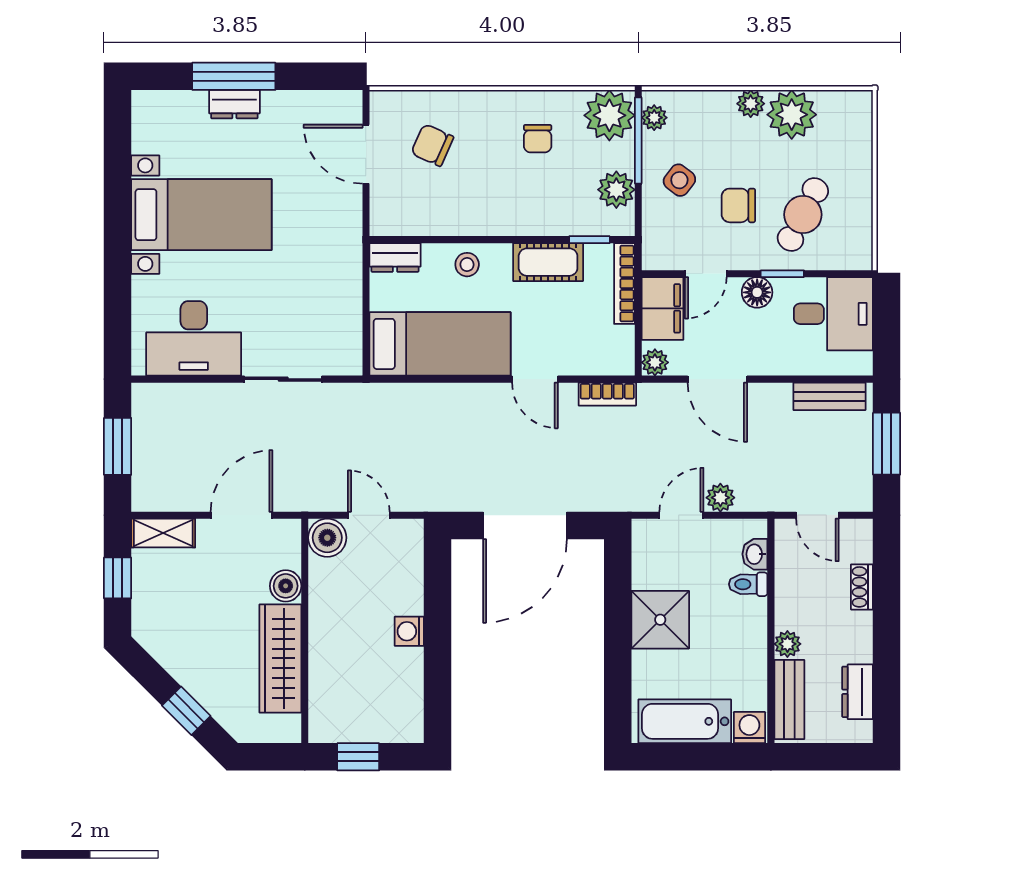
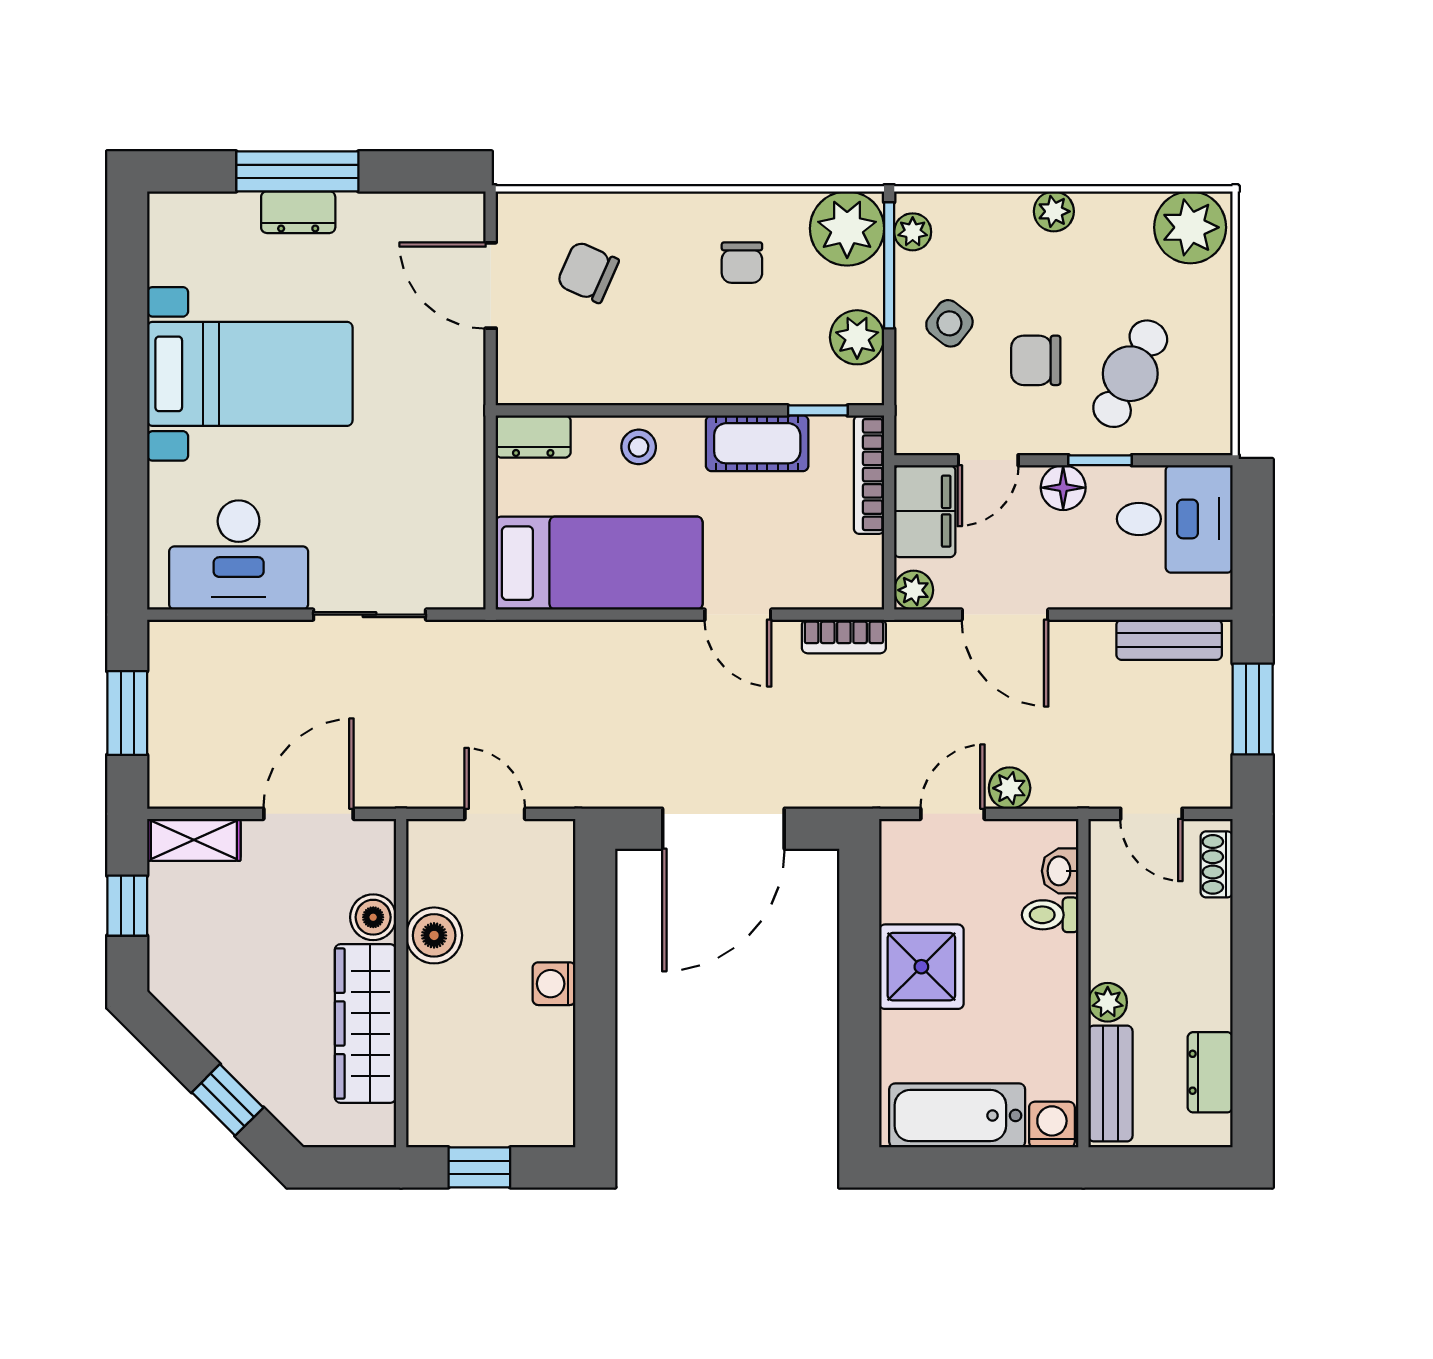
plant: (792, 115) -> (1190, 227), moved
boiler: (327, 538) -> (434, 935), moved
shoe rack: (862, 587) -> (1217, 864), moved

